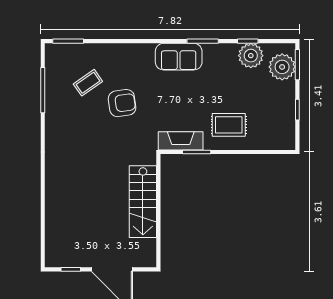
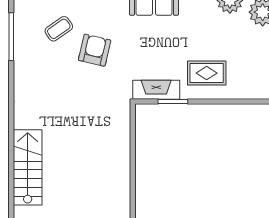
armchair: (122, 103) -> (95, 50), turned -69
stairs: (143, 202) -> (28, 167), moved, turned 180

